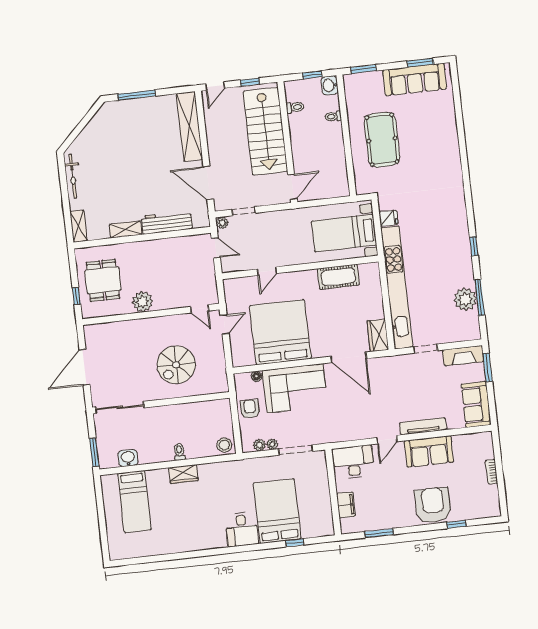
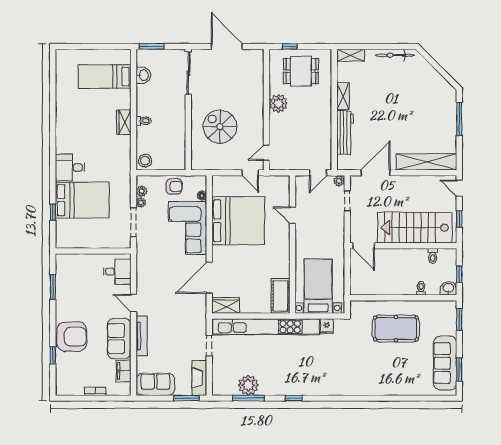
cot: (338, 277) -> (281, 296), moved
desk: (353, 462) -> (117, 272), width x0.73
filing cabinet: (346, 505) -> (124, 371), moved, turned 90

